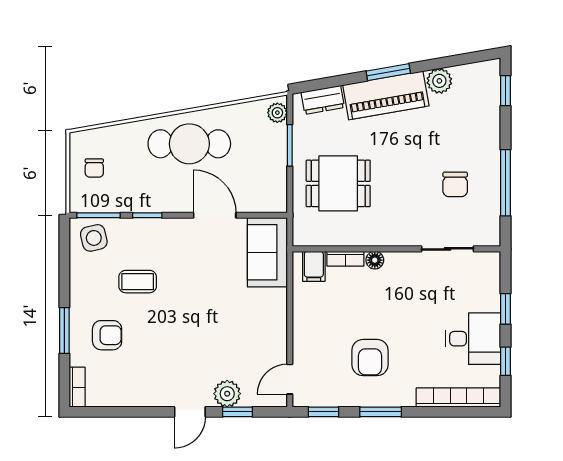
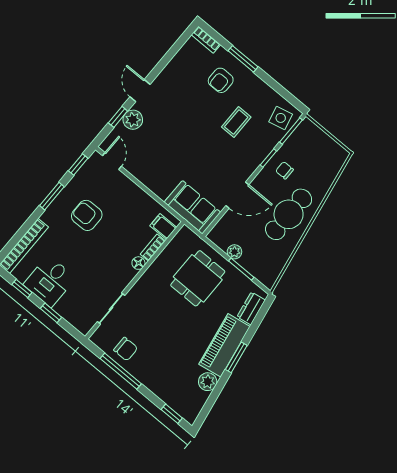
plant: (277, 113) -> (234, 252), moved
chair: (94, 168) -> (285, 170), moved
chair: (455, 184) -> (126, 349), moved, turned 180

